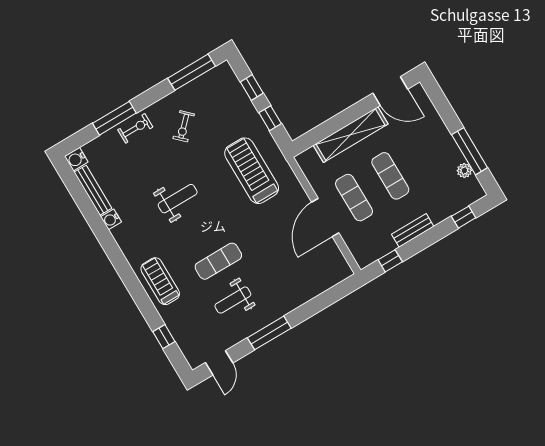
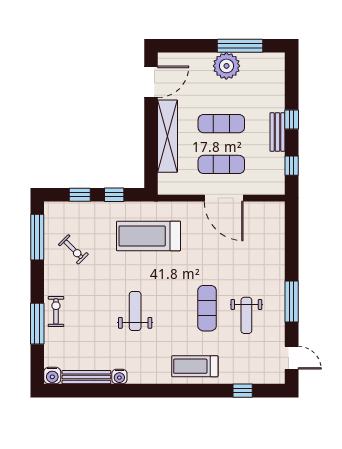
exercise bike: (184, 126) -> (73, 249), moved
plant: (464, 171) -> (226, 66), moved, width x1.88, depth x1.88
window: (464, 217) -> (292, 120), moved

